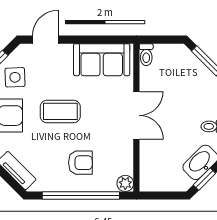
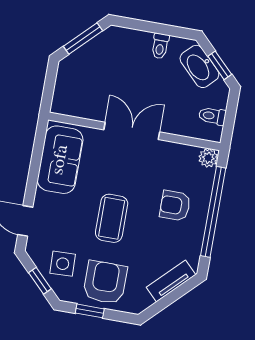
toilet: (146, 55) -> (212, 116), moved, turned 180
armchair: (80, 163) -> (175, 206), turned -90

